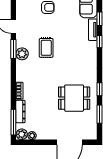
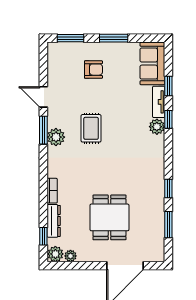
plant: (91, 47) -> (157, 127), added
dining table: (74, 98) -> (109, 217), moved, turned 90
window: (13, 122) -> (43, 236), width x0.46

